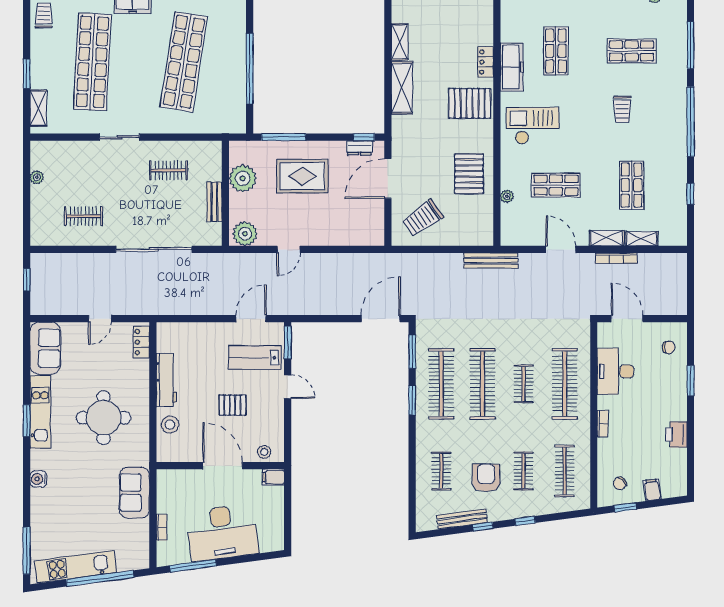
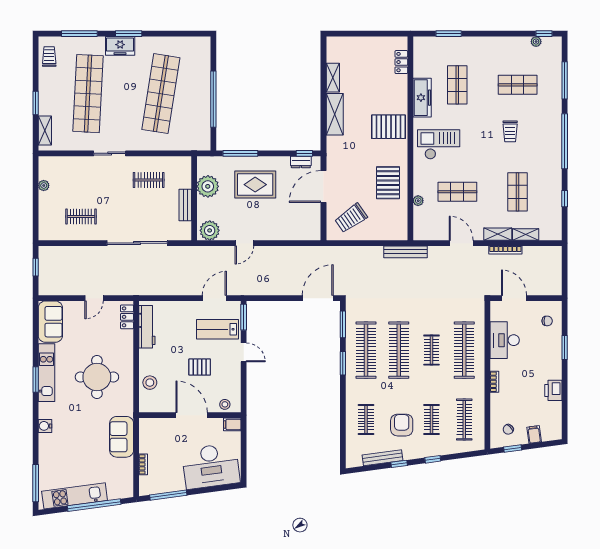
locker: (486, 62) -> (401, 62), moved
workbench: (166, 380) -> (147, 327), moved
desk: (222, 533) -> (211, 466), moved

